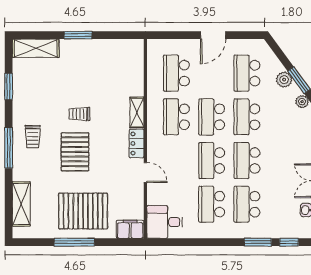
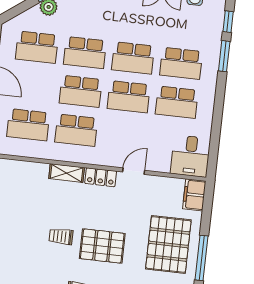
trolley: (79, 114) -> (61, 236), turned 90

